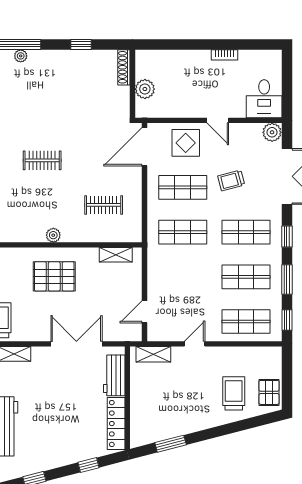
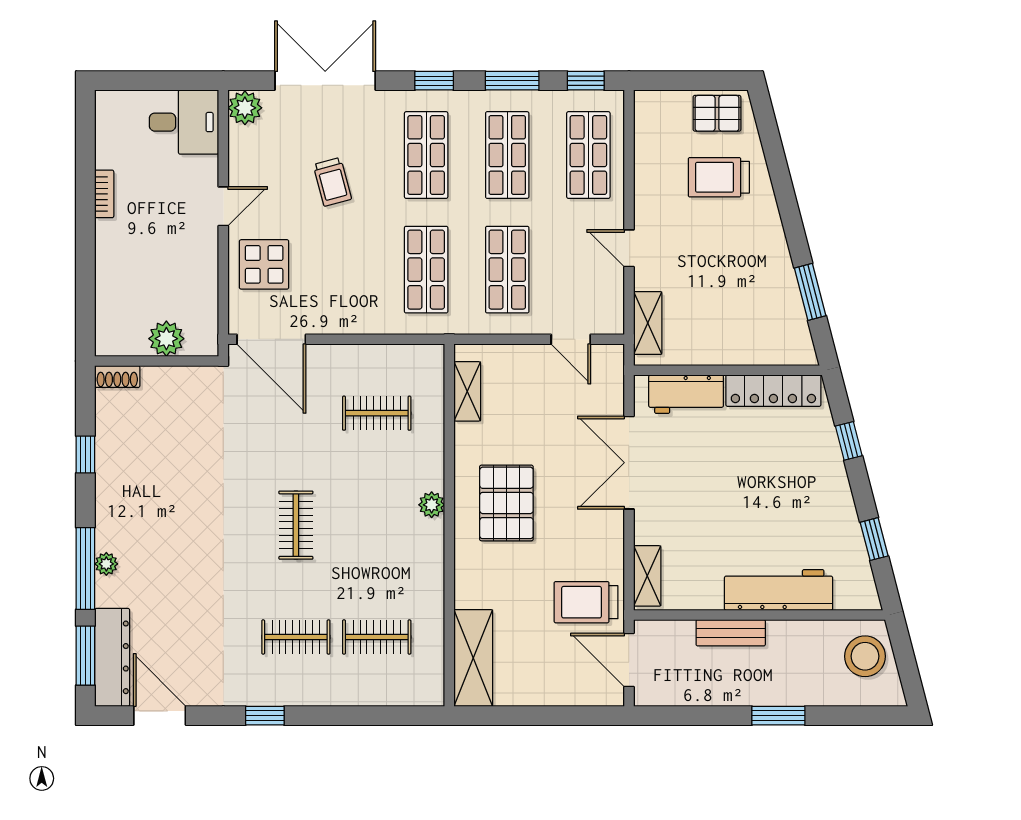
shoe rack: (124, 67) -> (117, 377), width x0.70
shop shelf: (183, 187) -> (507, 270), moved
clothes rail: (104, 205) -> (377, 413), turned 90

